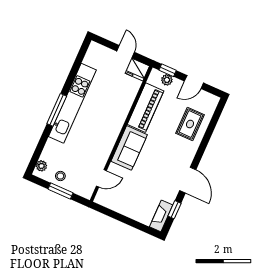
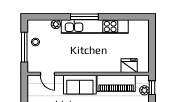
door: (126, 52) -> (152, 50), removed
fridge: (137, 70) -> (129, 66), moved, turned 90
plant: (41, 166) -> (56, 24), moved
window: (61, 191) -> (24, 47), width x1.44

